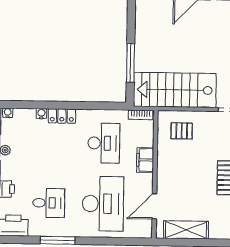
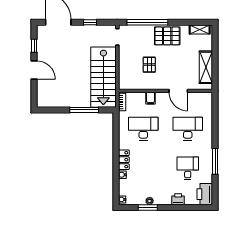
pallet: (182, 131) -> (149, 65), moved
filing cabinet: (145, 160) -> (151, 98), width x0.50
desk: (103, 204) -> (188, 129), width x0.73, depth x0.77
door: (154, 206) -> (178, 91), moved

